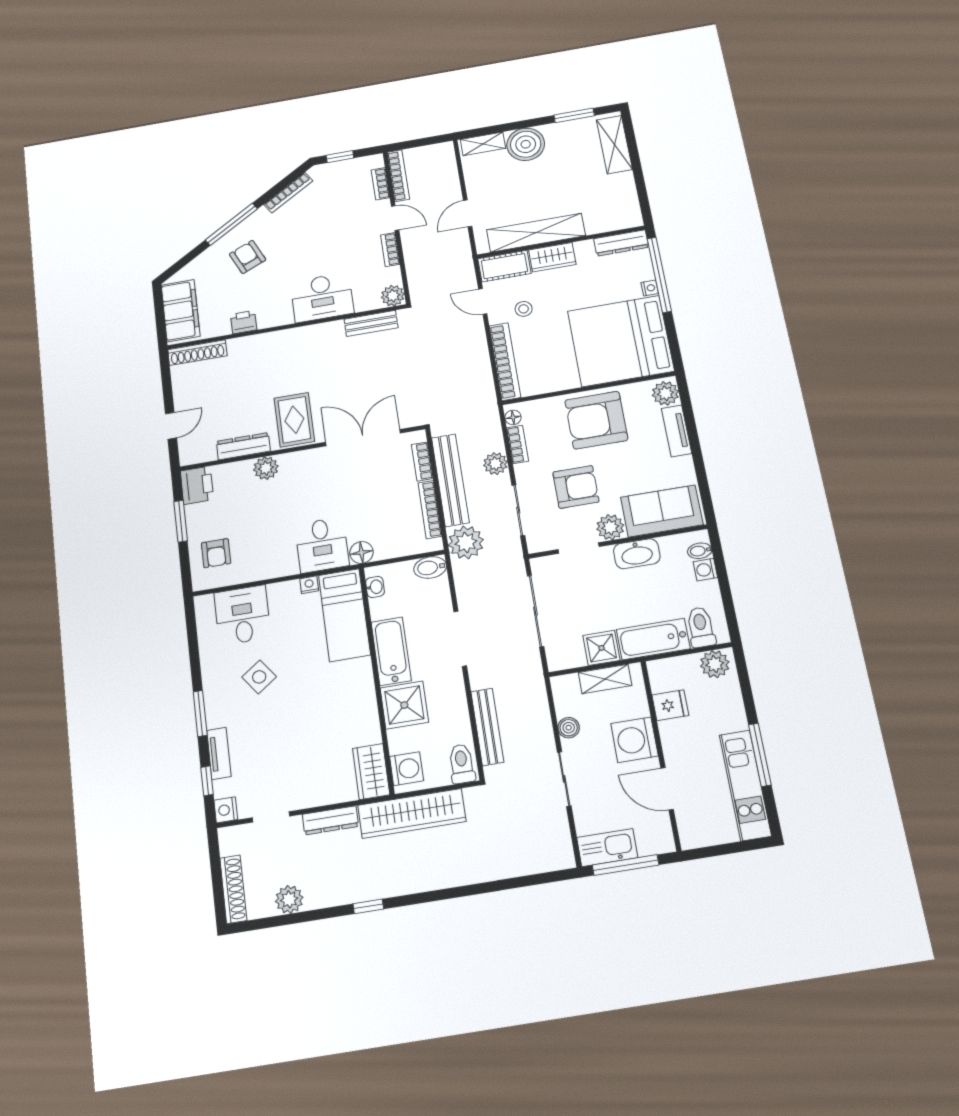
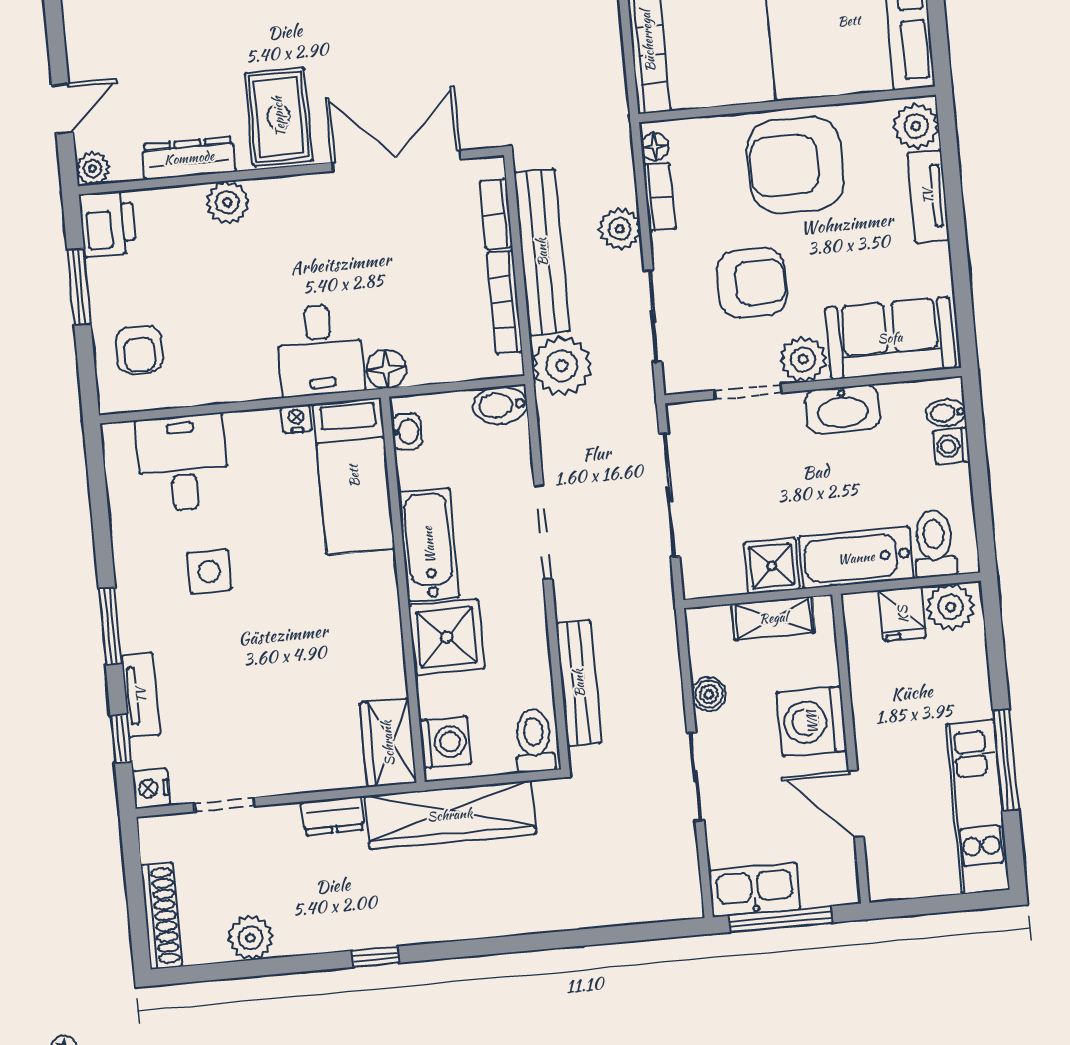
plant: (188, 456) -> (93, 168), added
side table: (259, 677) -> (209, 571), turned 36
fridge: (670, 705) -> (903, 614), moved, turned 90
dresser: (330, 820) -> (333, 816), width x0.70

